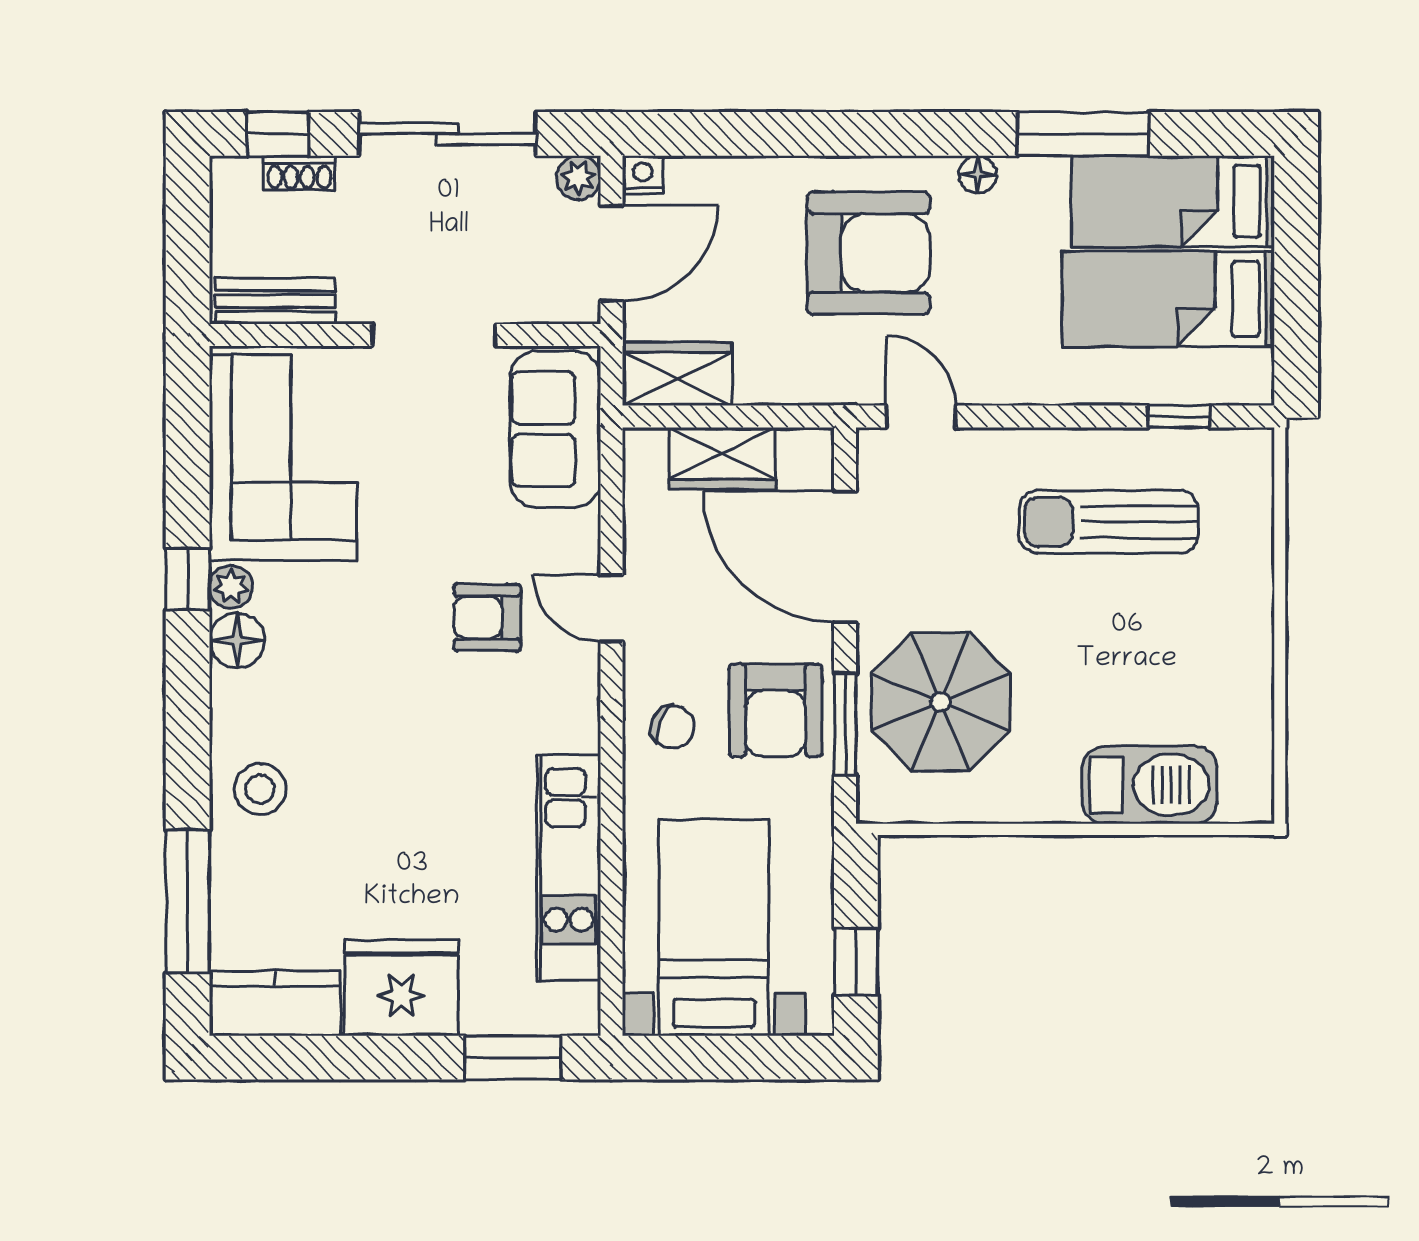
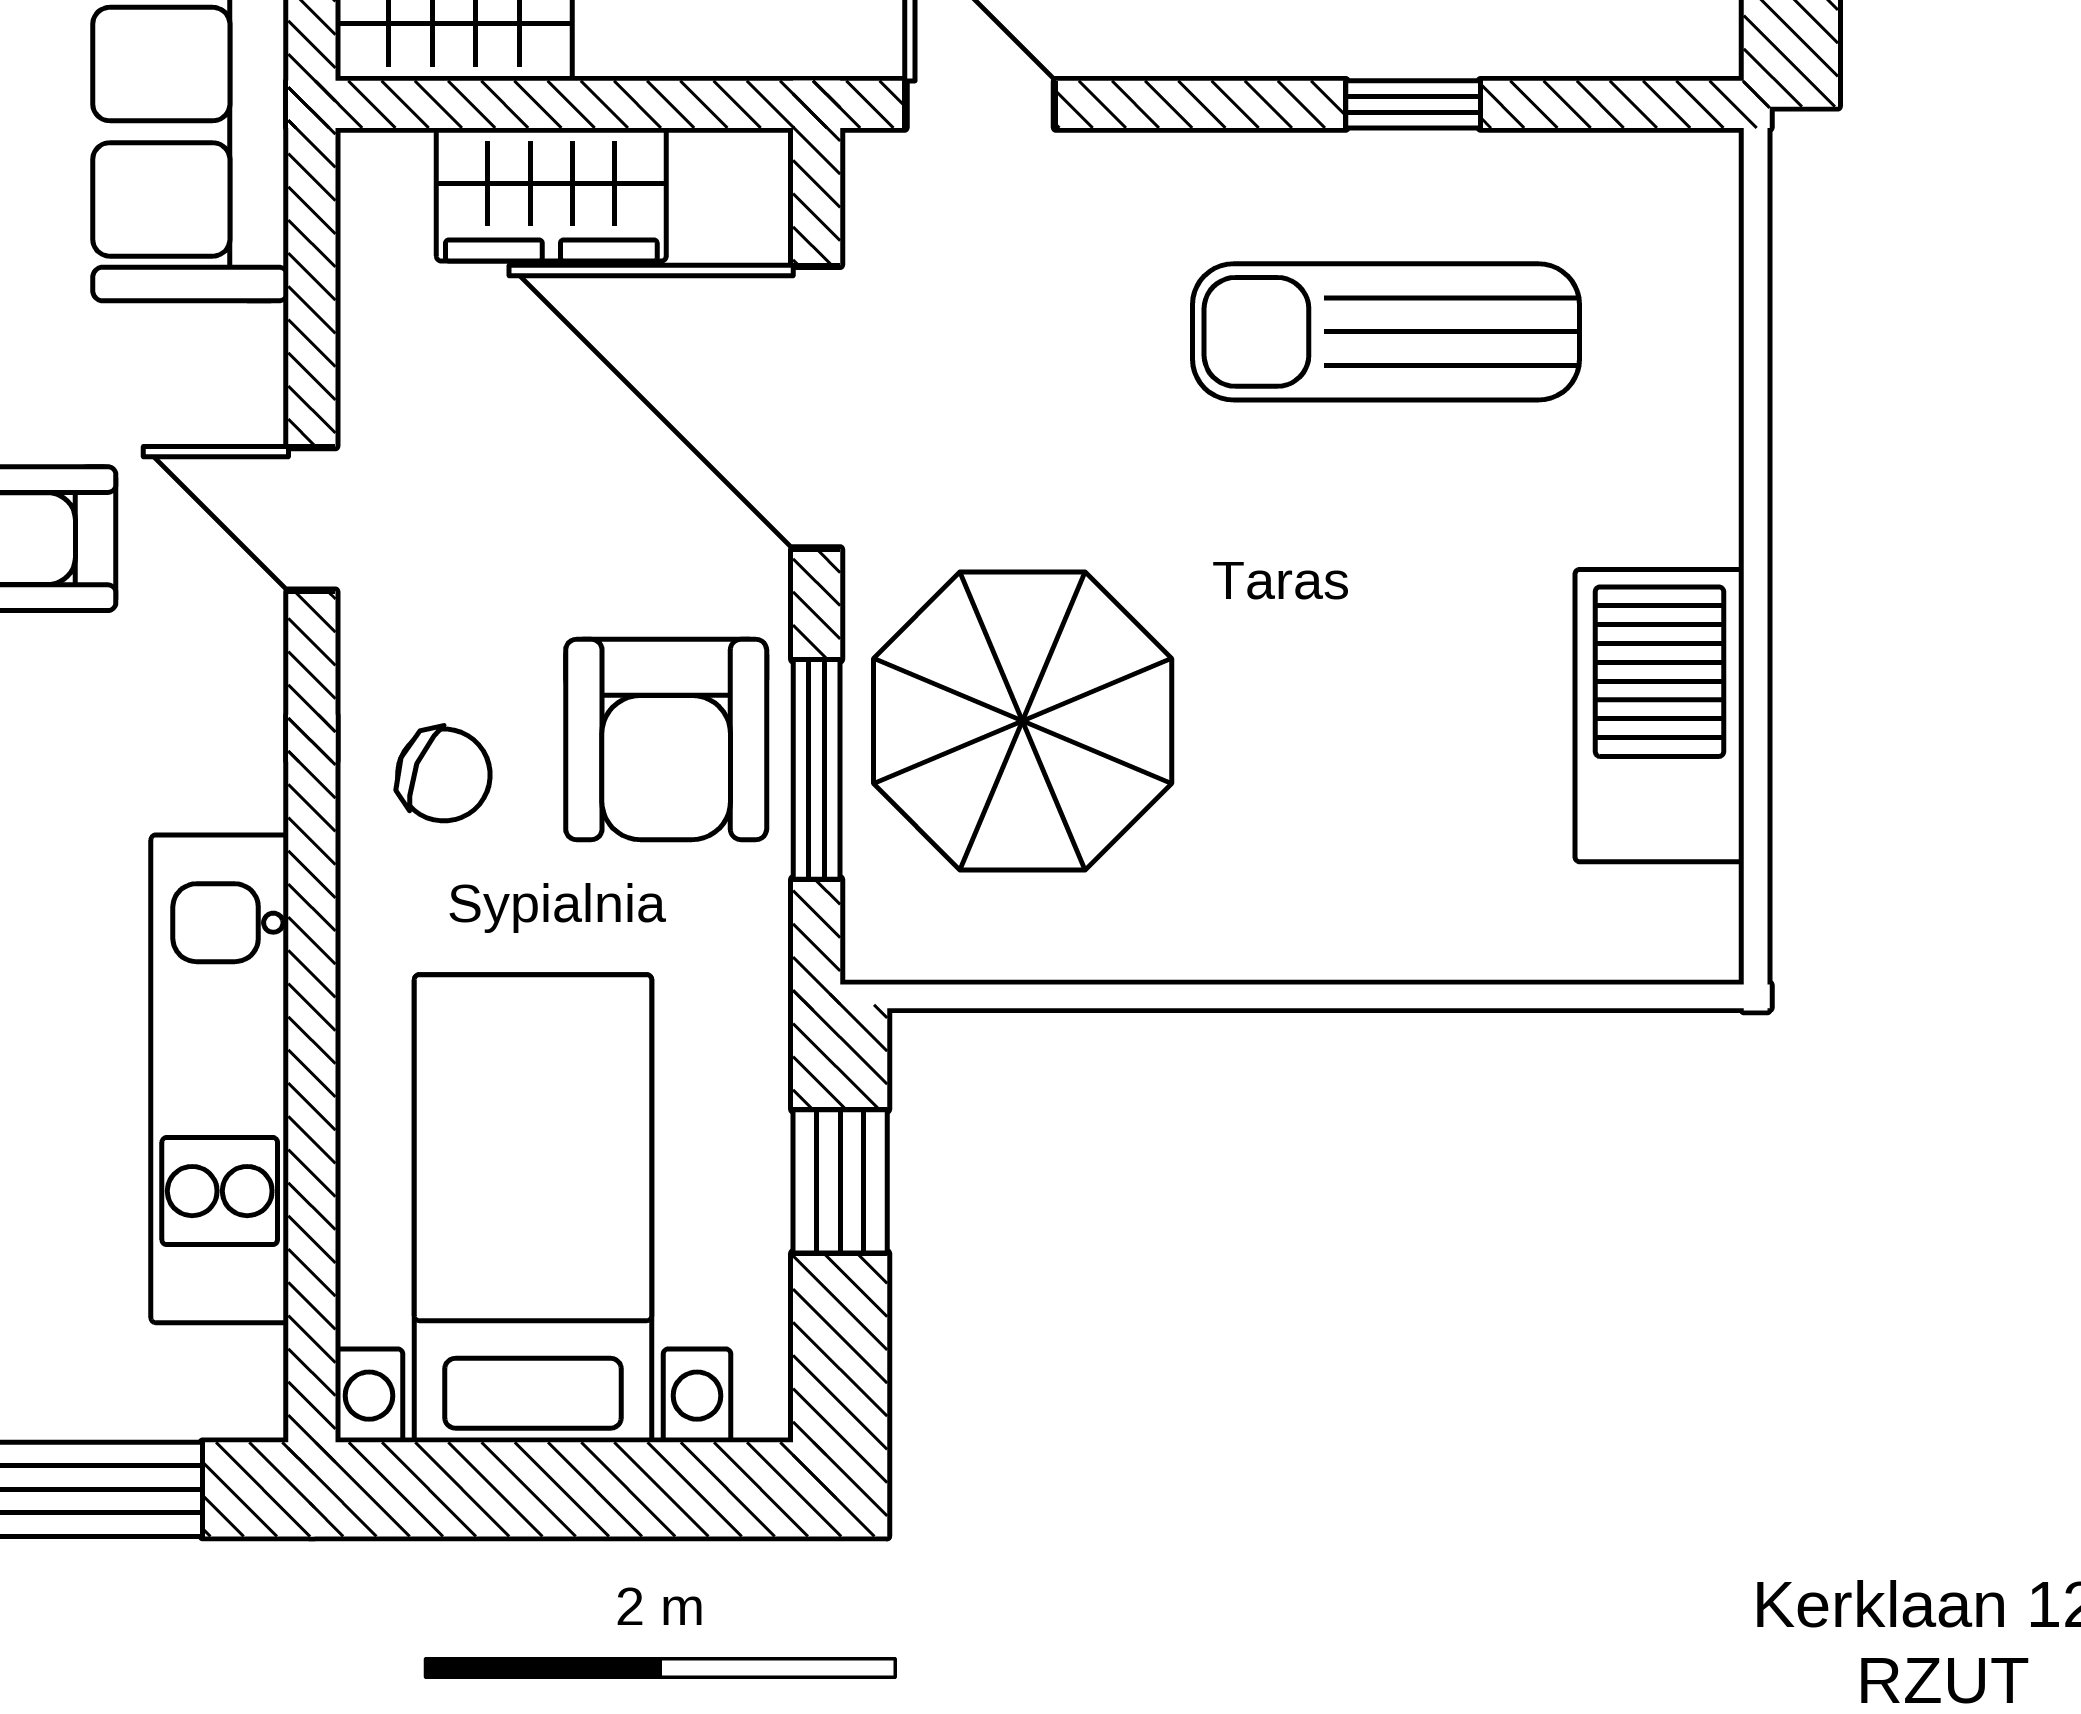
window: (1179, 417) -> (1413, 104), moved
barbecue: (1149, 785) -> (1659, 716), moved, turned -90
window: (856, 962) -> (840, 1181), moved

